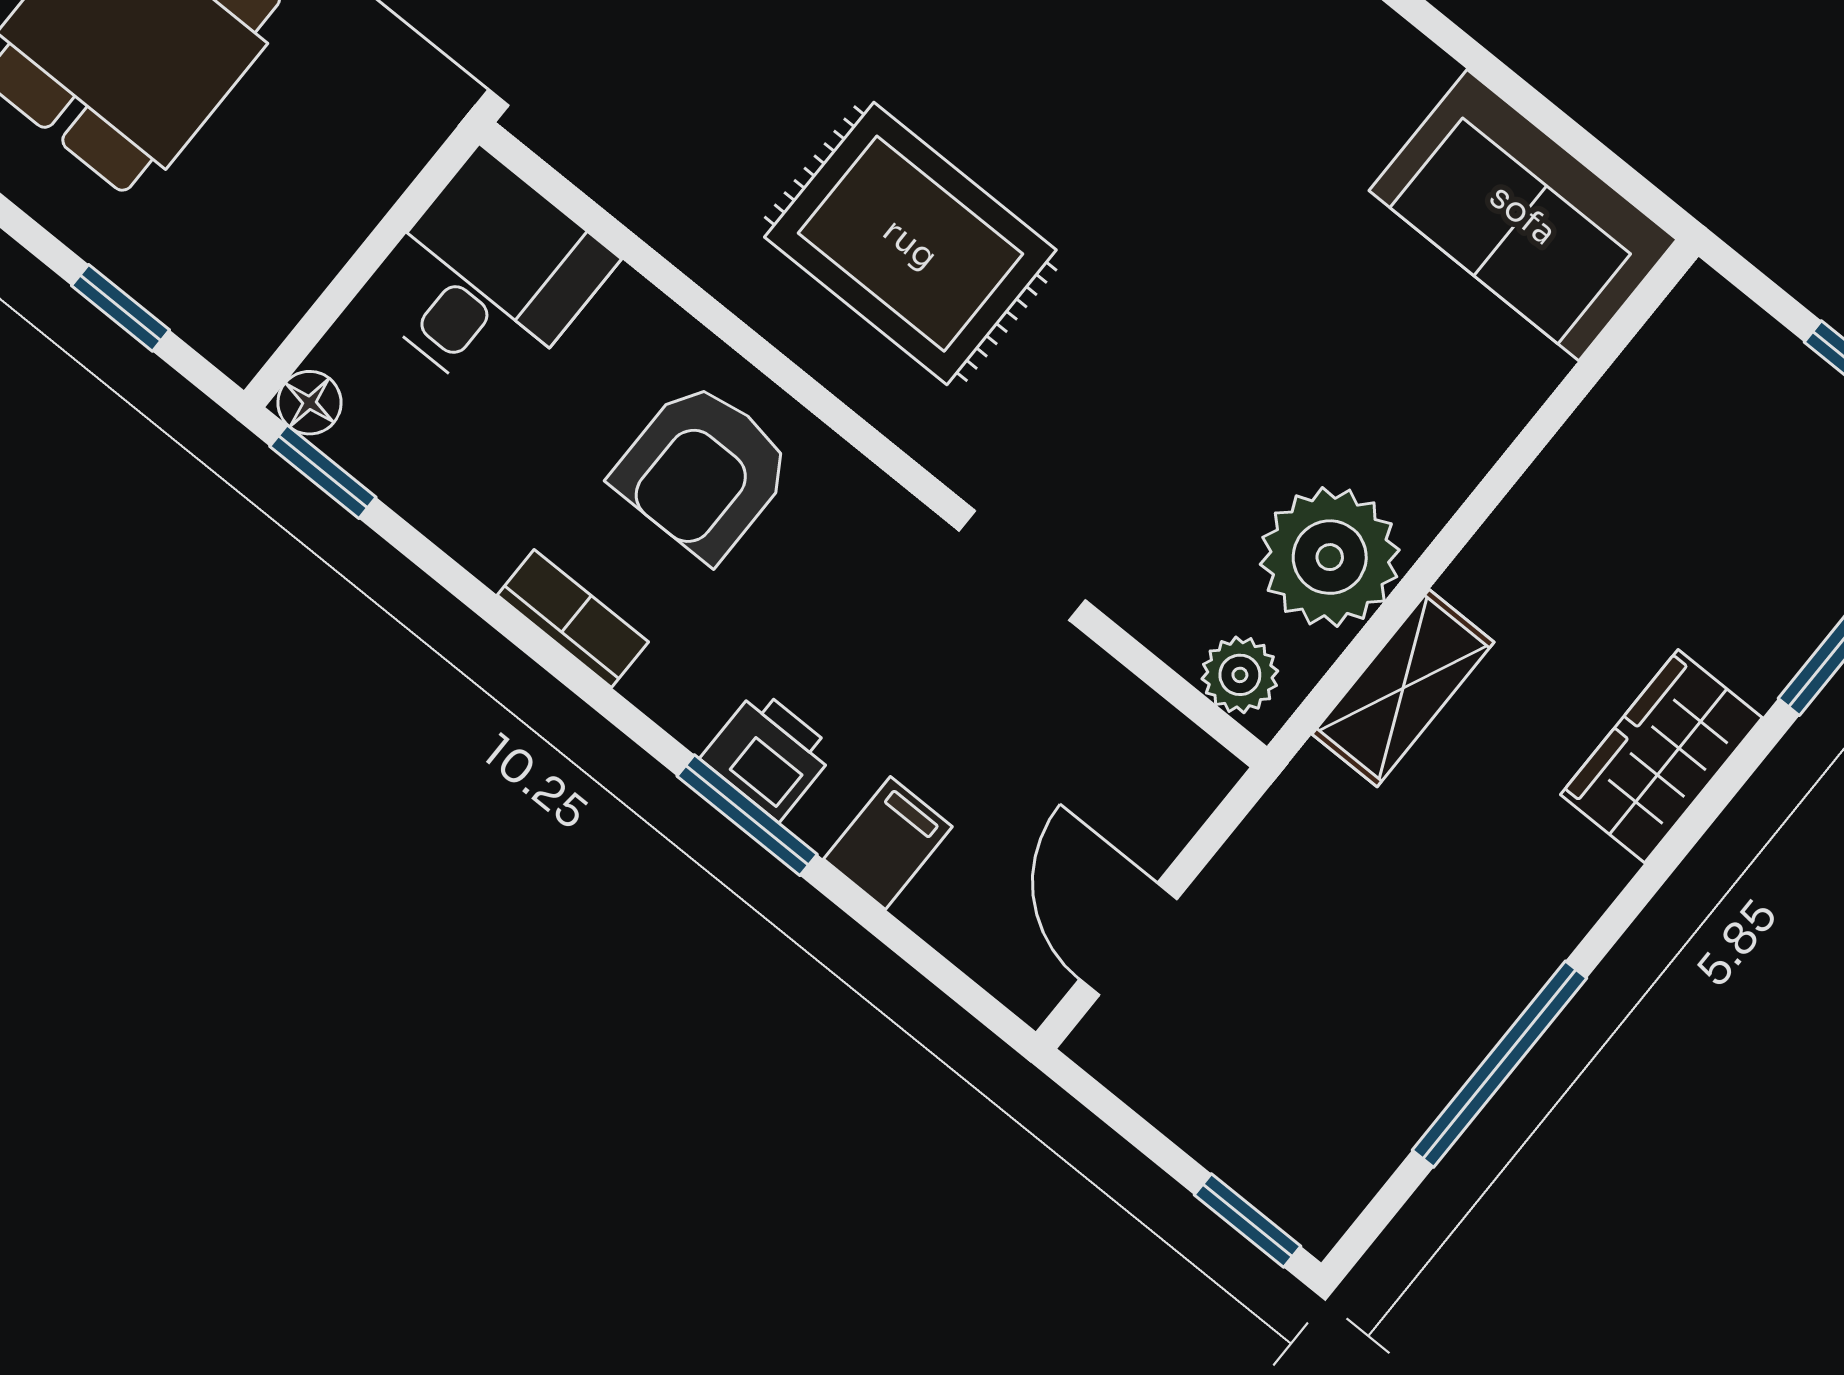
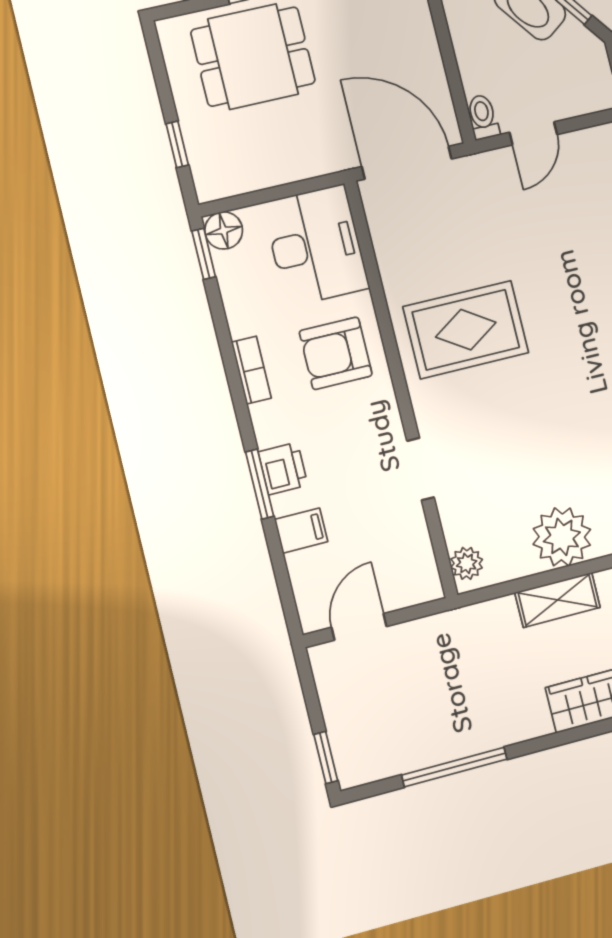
rug: (910, 244) -> (466, 330), turned 90
desk: (488, 278) -> (316, 245), width x1.37
floor lamp: (309, 403) -> (224, 230), width x1.37, depth x1.37
plant: (1330, 557) -> (562, 537), moved
shelving: (1403, 688) -> (558, 600), moved

